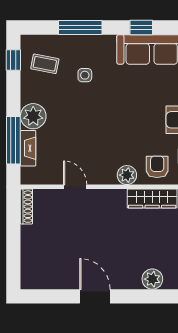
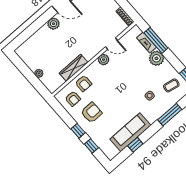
window: (141, 28) -> (135, 145), moved
plant: (127, 175) -> (104, 60), moved
plant: (152, 279) -> (53, 24), moved

